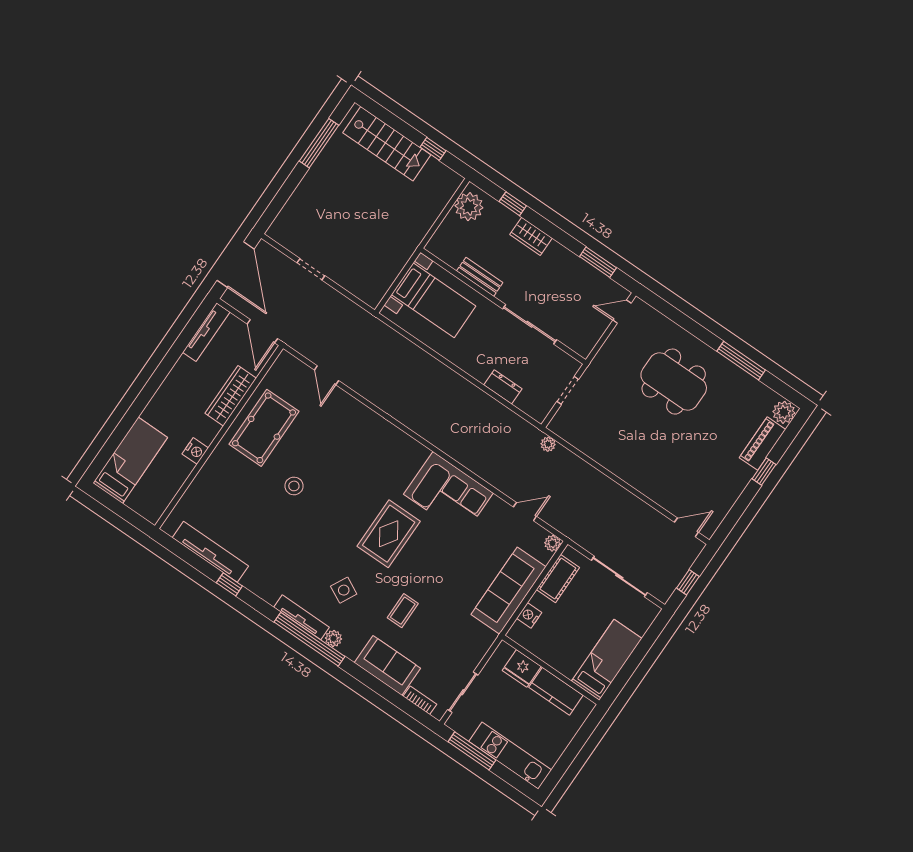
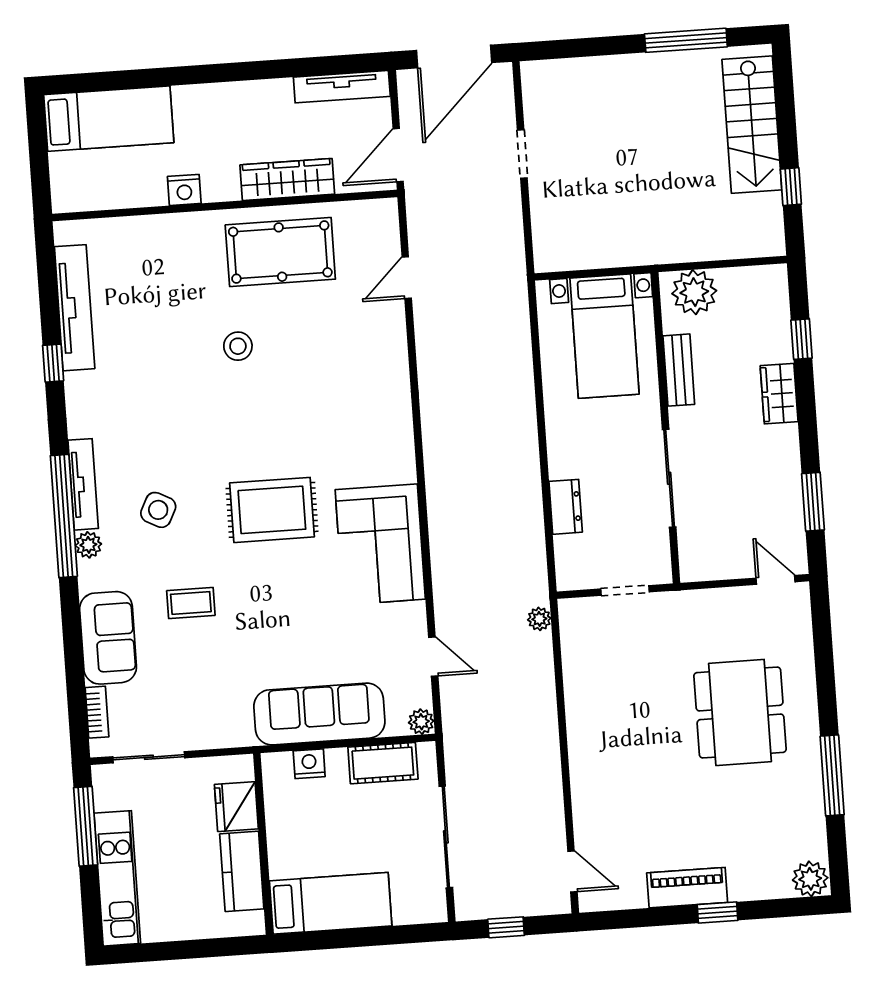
plant: (469, 207) -> (694, 292), moved
piano: (763, 444) -> (687, 888), moved

